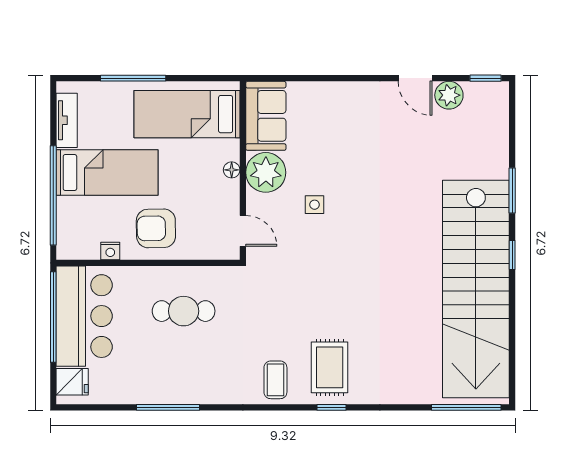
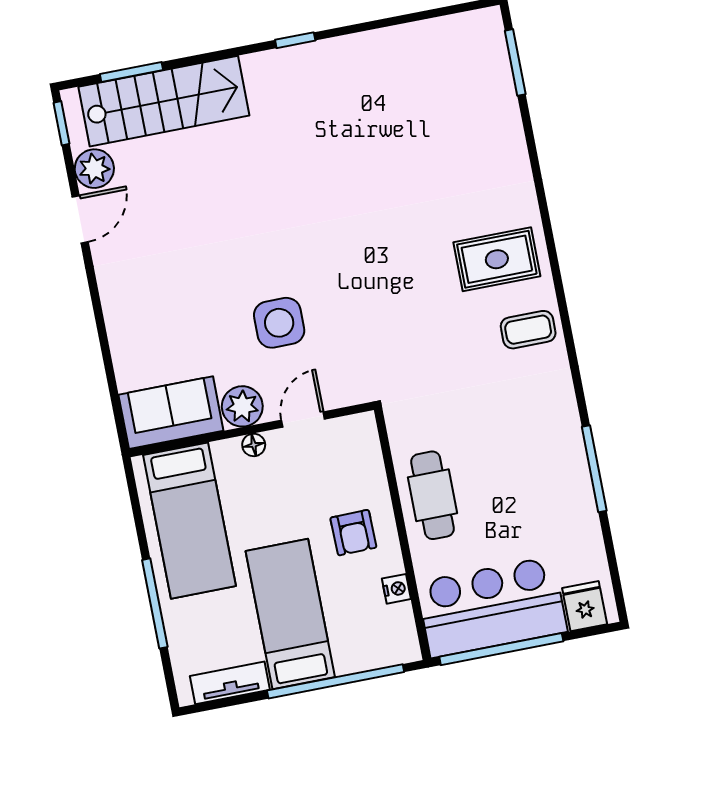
plant: (266, 172) -> (242, 406), width x0.73, depth x0.73
window: (512, 191) -> (131, 72), moved
side table: (315, 205) -> (279, 323), width x1.87, depth x1.87
armchair: (156, 228) -> (353, 533), width x0.72, depth x0.72
door: (243, 231) -> (303, 420), moved
stairs: (476, 289) -> (164, 101), moved, width x0.54, depth x0.66
cafe table: (184, 311) -> (432, 495), moved
window: (332, 407) -> (551, 246), removed
window: (466, 407) -> (515, 62), width x0.69

